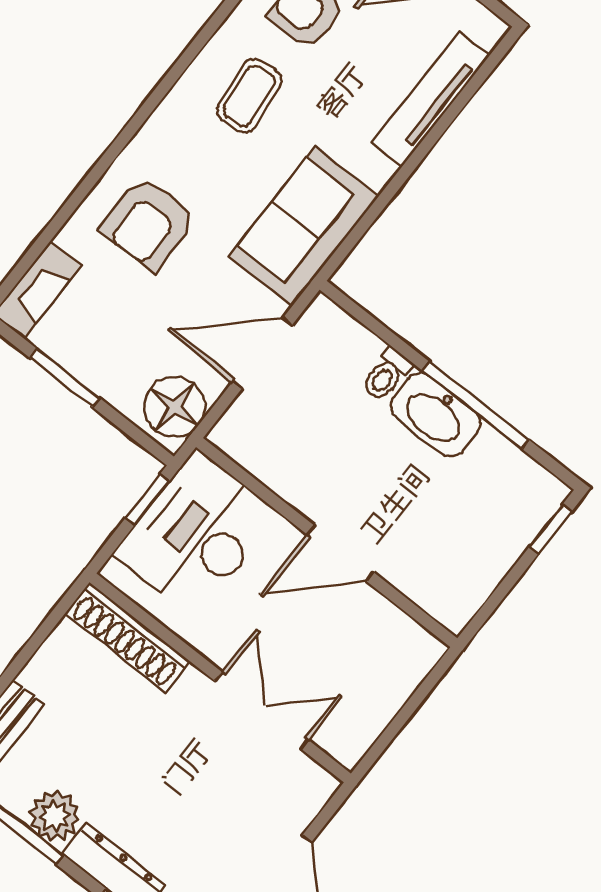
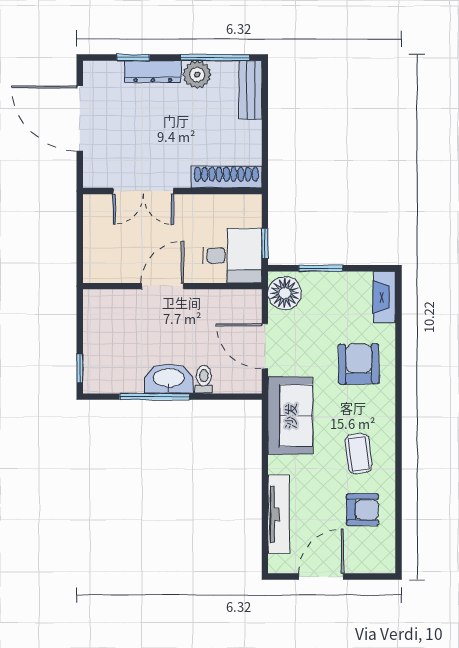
door: (262, 353) -> (265, 346), swing flipped
window: (65, 378) -> (321, 268), moved
desk: (196, 534) -> (232, 256), width x0.73

